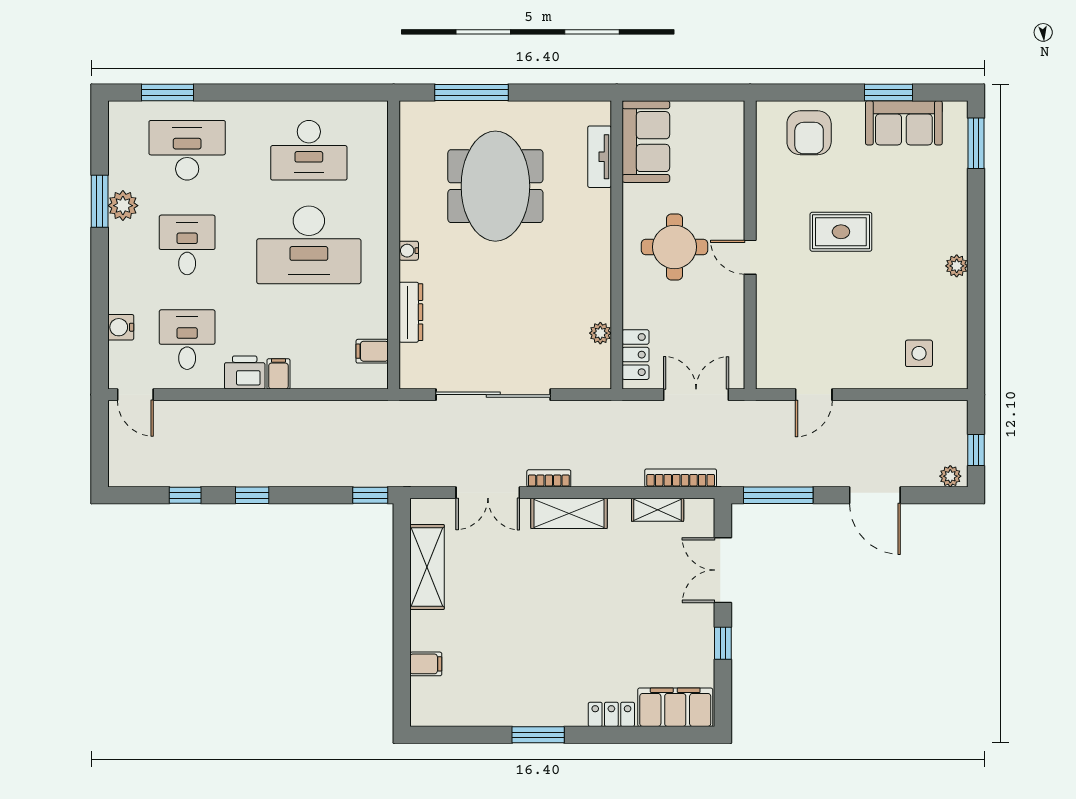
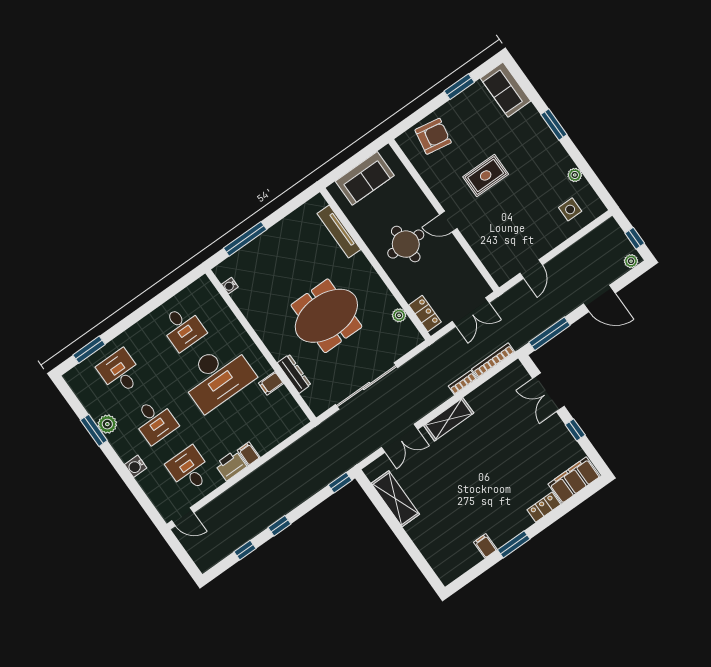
sofa: (904, 123) -> (506, 90), moved, turned 90
armchair: (809, 133) -> (433, 136), turned -80
sofa: (646, 142) -> (365, 178), moved, turned 90
window: (976, 143) -> (554, 125), moved
desk: (187, 150) -> (120, 372), width x0.73
desk: (309, 150) -> (183, 328), width x0.73
tv unit: (600, 157) -> (339, 232), width x1.41
meeting table: (495, 186) -> (326, 316), moved, turned 90
desk: (187, 245) -> (155, 421), turned 180
water cooler: (409, 251) -> (230, 286), moved
plant: (957, 266) -> (575, 175), moved
water cooler: (121, 327) -> (136, 466), moved
filing cabinet: (372, 351) -> (271, 383), moved
double door: (696, 395) -> (471, 312), swing flipped
bookcase: (549, 478) -> (463, 382), moved
shelving: (658, 510) -> (493, 385), removed
filing cabinet: (426, 664) -> (485, 546), moved, turned -90

